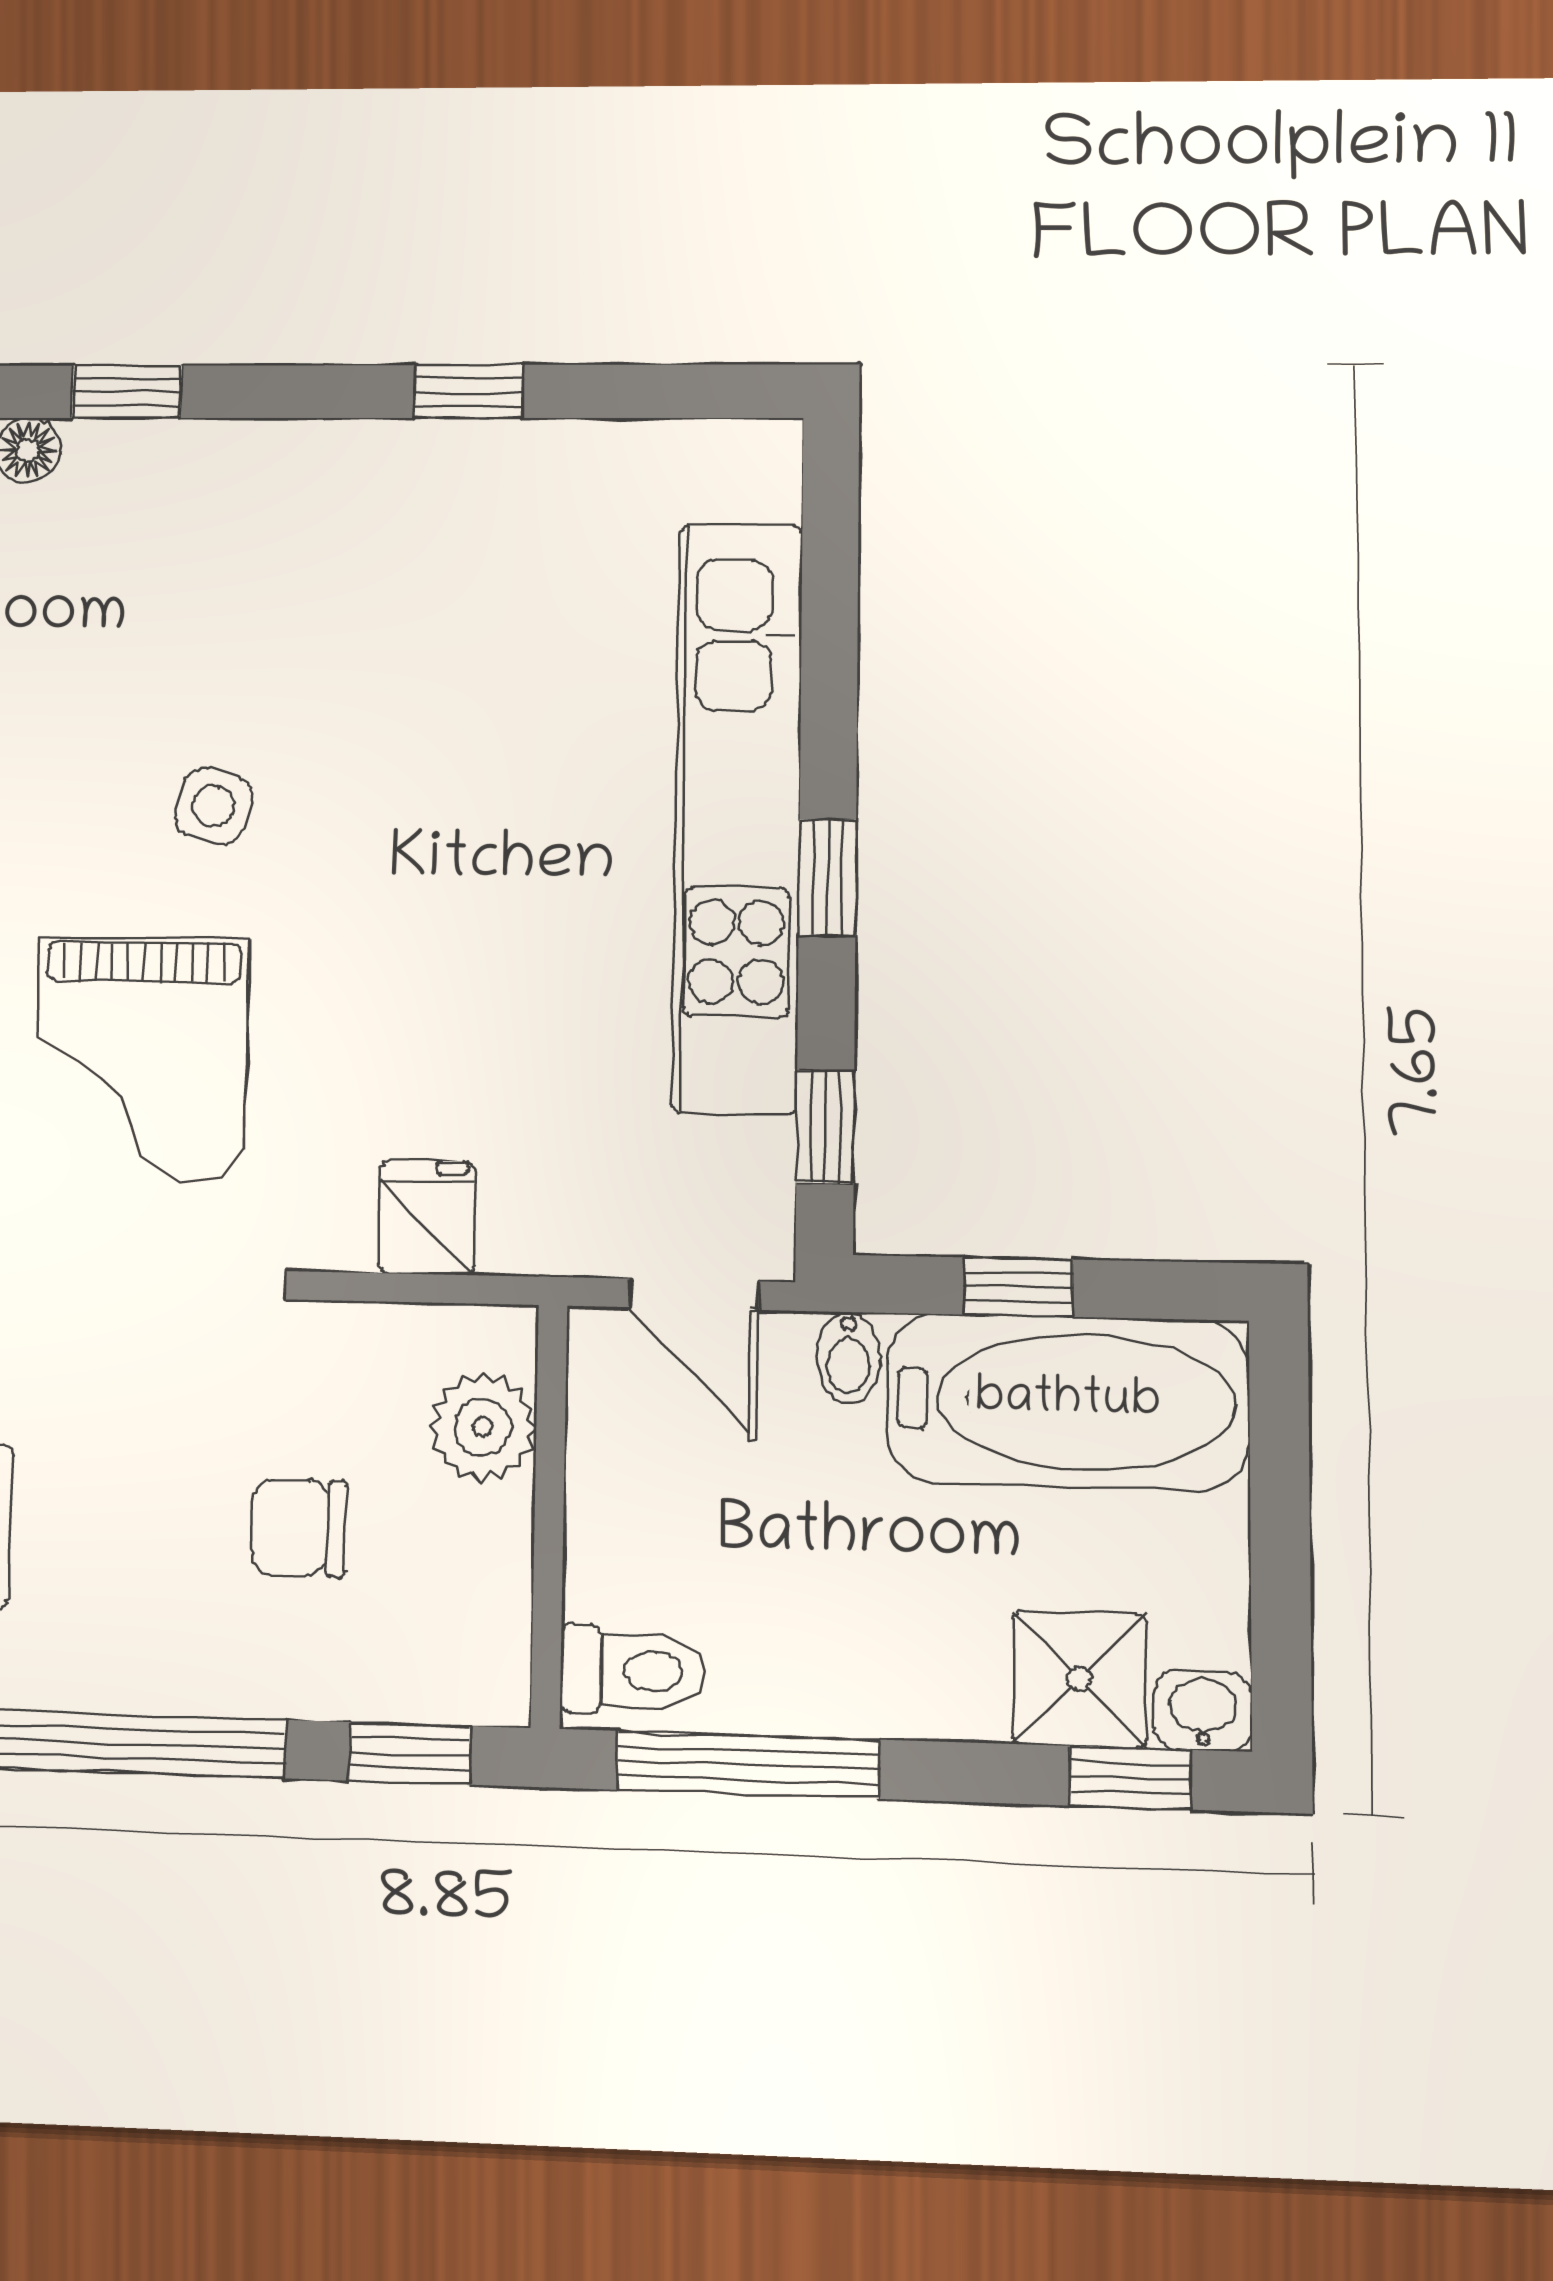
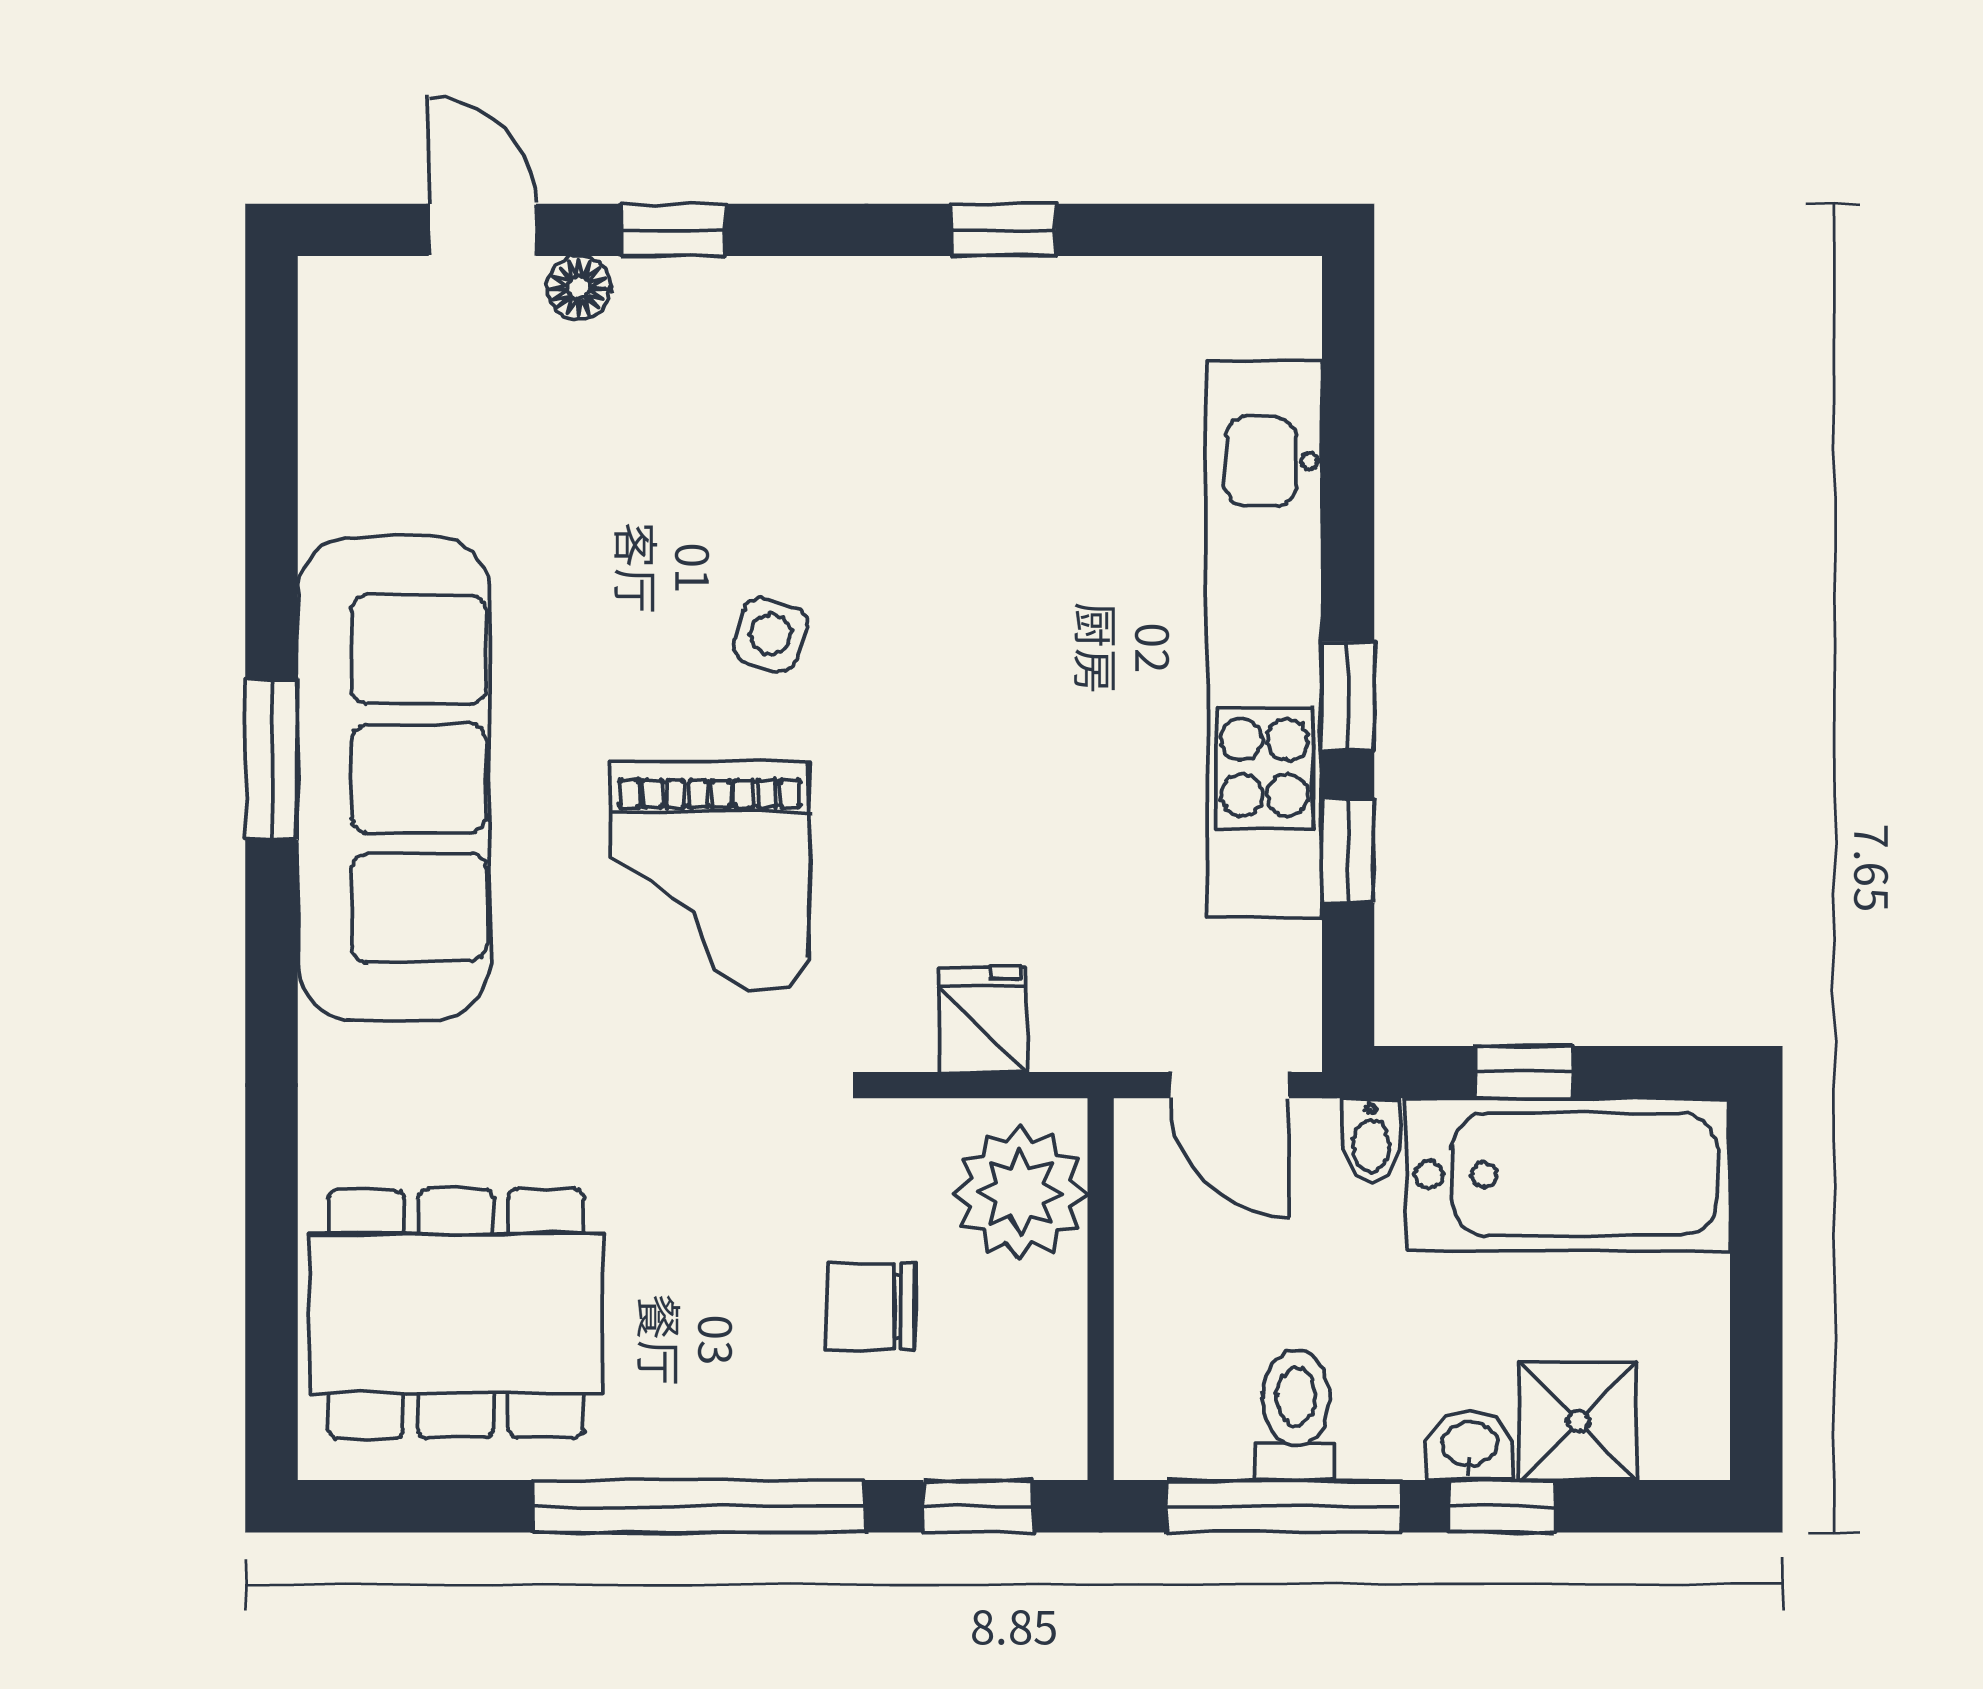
window: (825, 1127) -> (1348, 851), moved
plant: (483, 1427) -> (1020, 1193), width x1.36, depth x1.36
toilet: (633, 1671) -> (1296, 1415), moved, turned -90
washbasin: (1203, 1711) -> (1470, 1446), moved
window: (1130, 1778) -> (1502, 1506), moved

